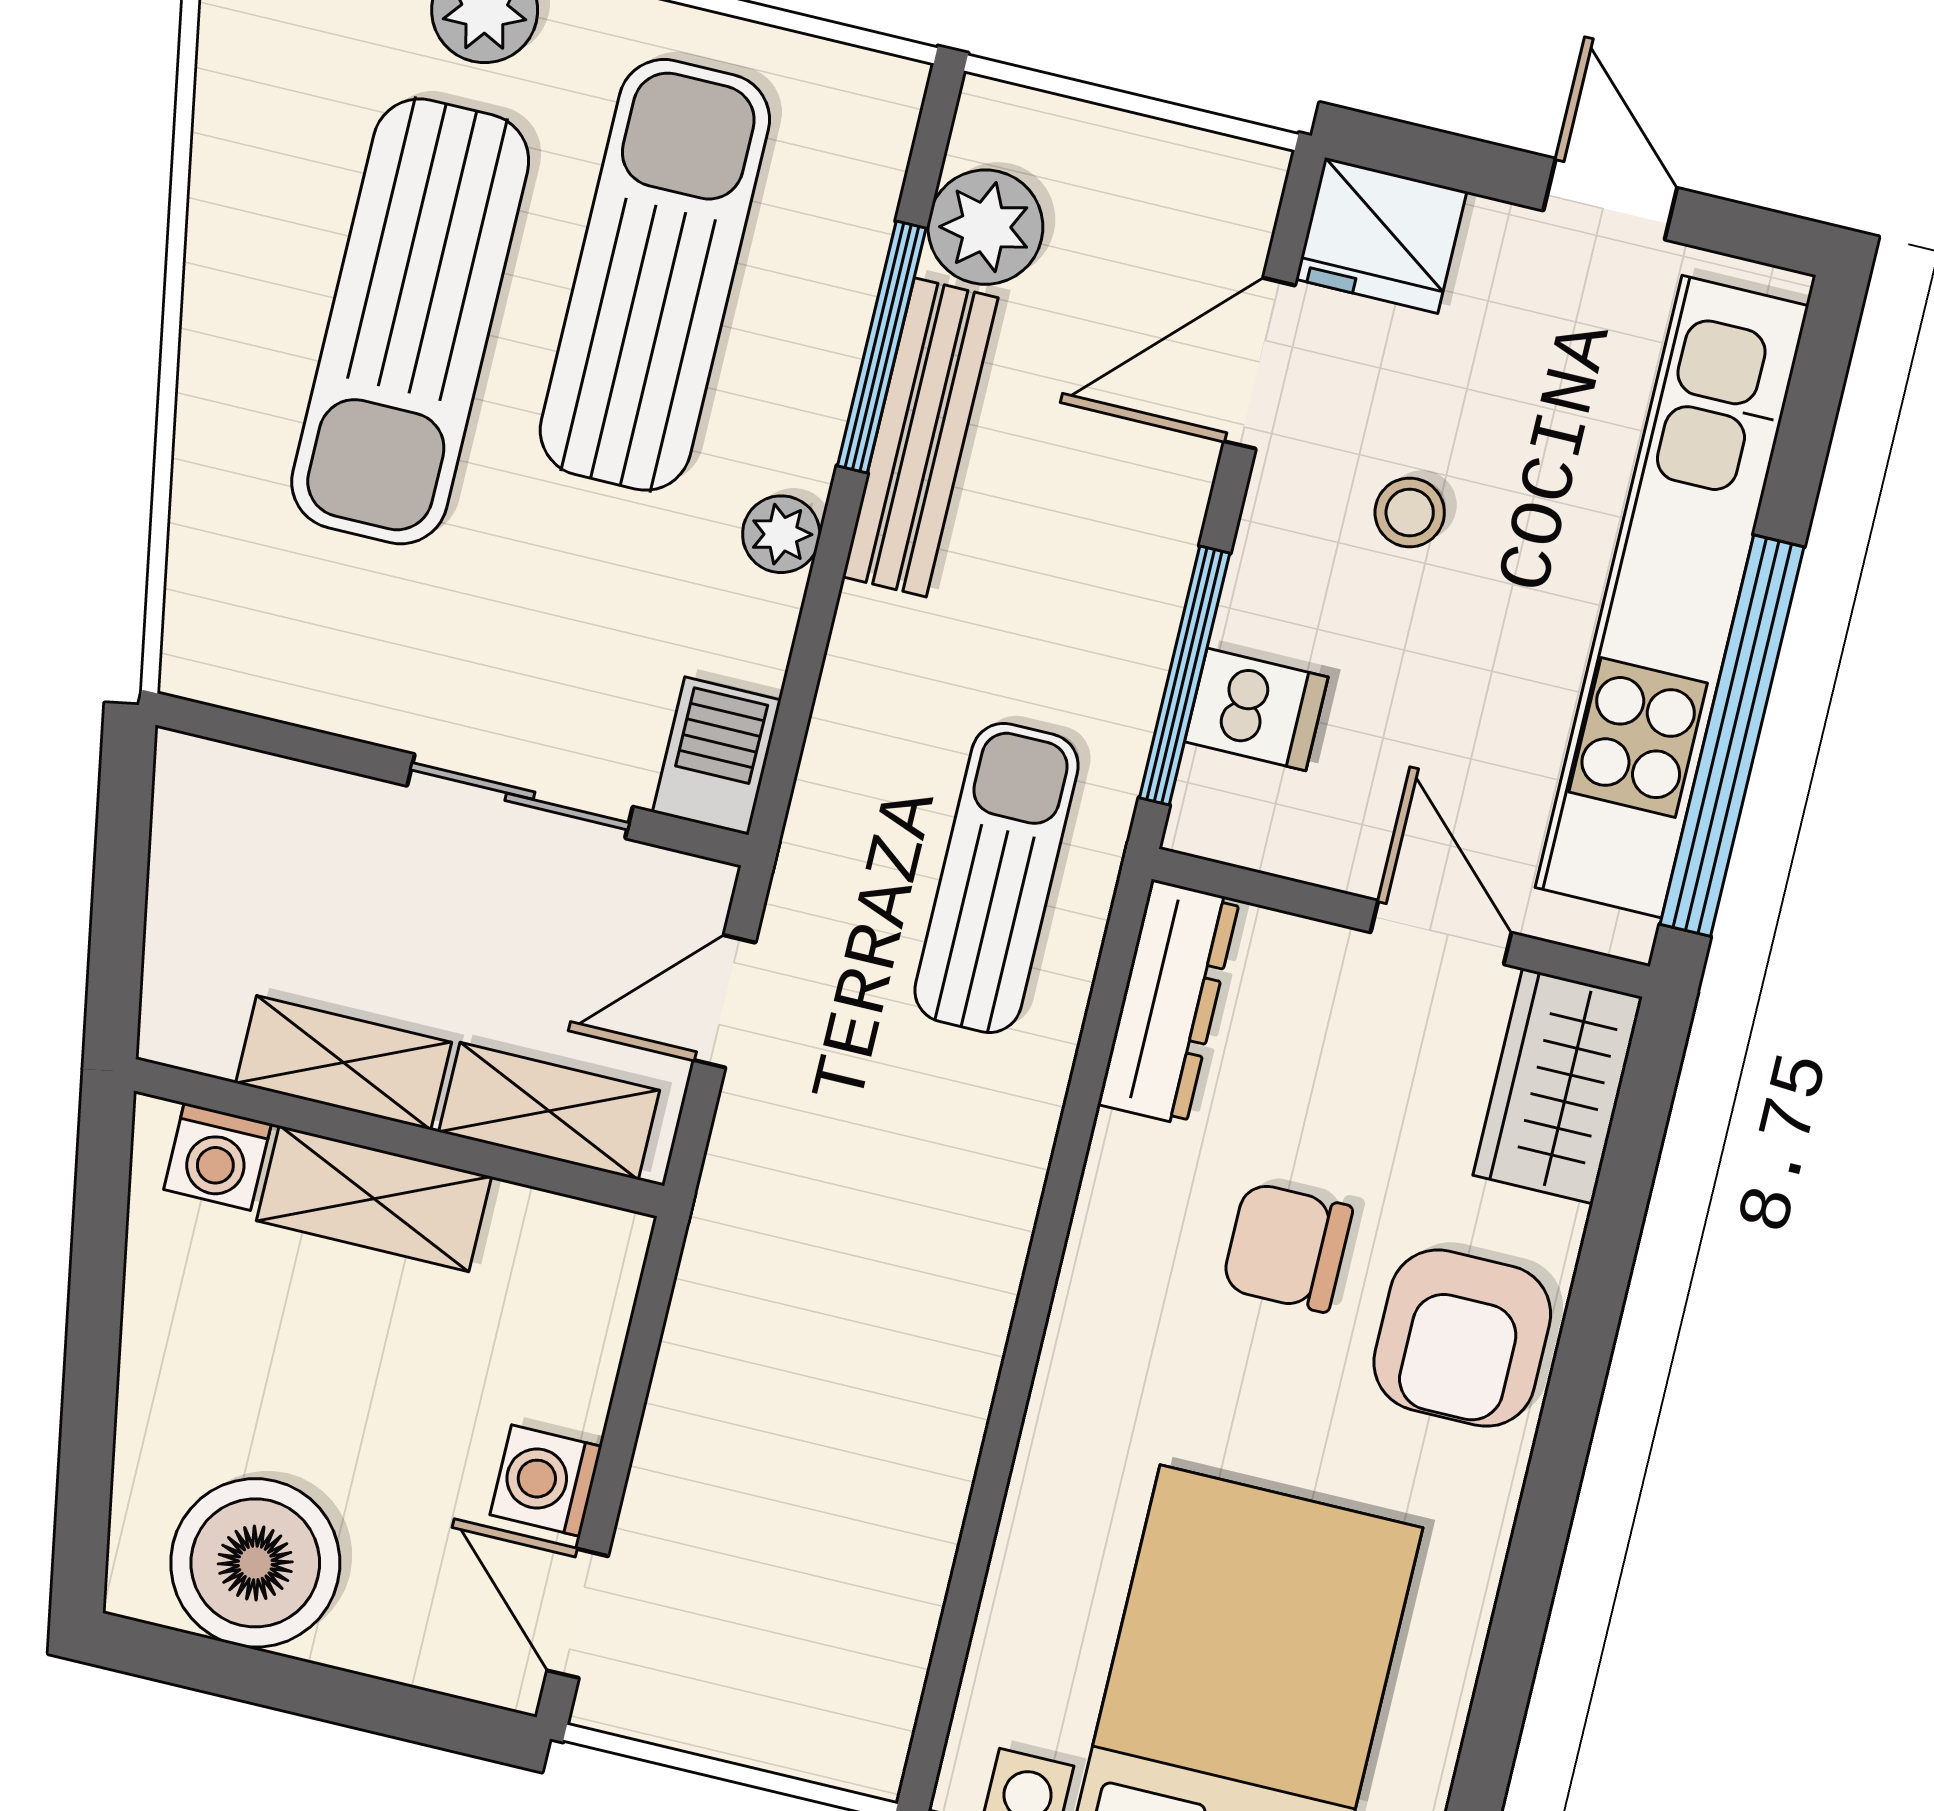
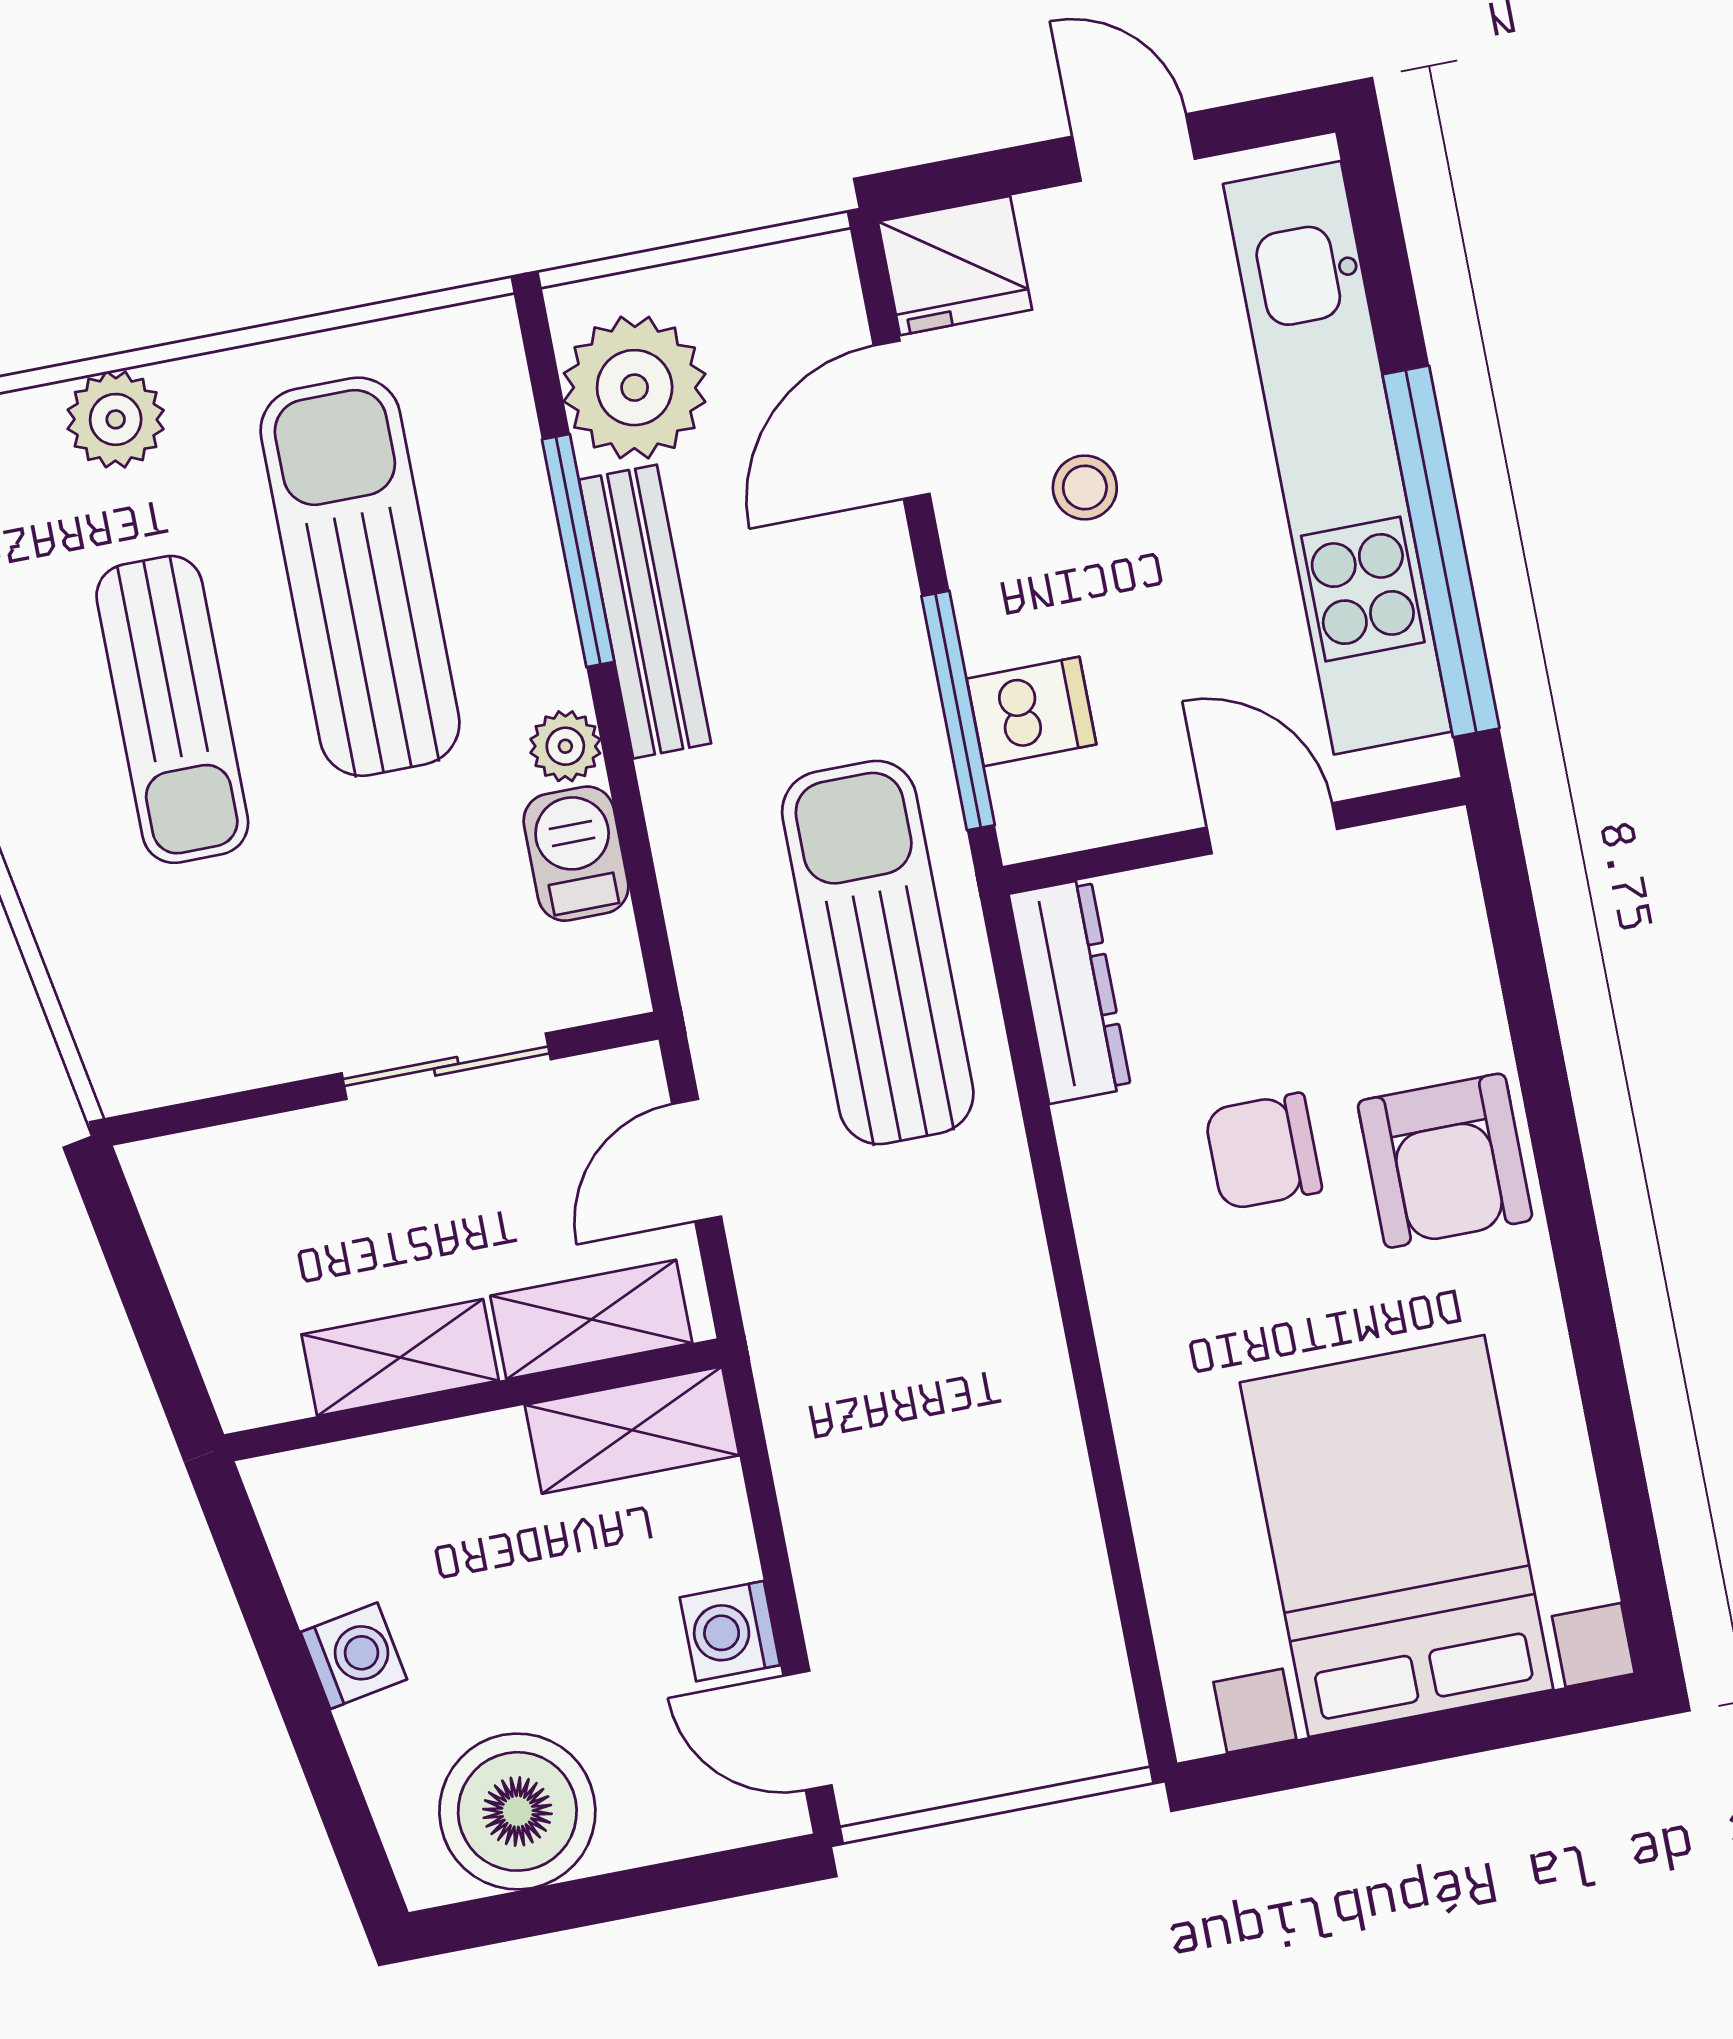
plant: (985, 227) -> (635, 388), width x1.36, depth x1.36
sun lounger: (410, 321) -> (172, 709), width x0.73, depth x0.75
barbecue: (717, 756) -> (576, 854), moved
sun lounger: (997, 878) -> (878, 953), width x1.36, depth x1.34
wardrobe: (1558, 1086) -> (1429, 912), removed
washing machine: (217, 1157) -> (354, 1656), moved, turned -100
shelving: (374, 1199) -> (632, 1430), moved

